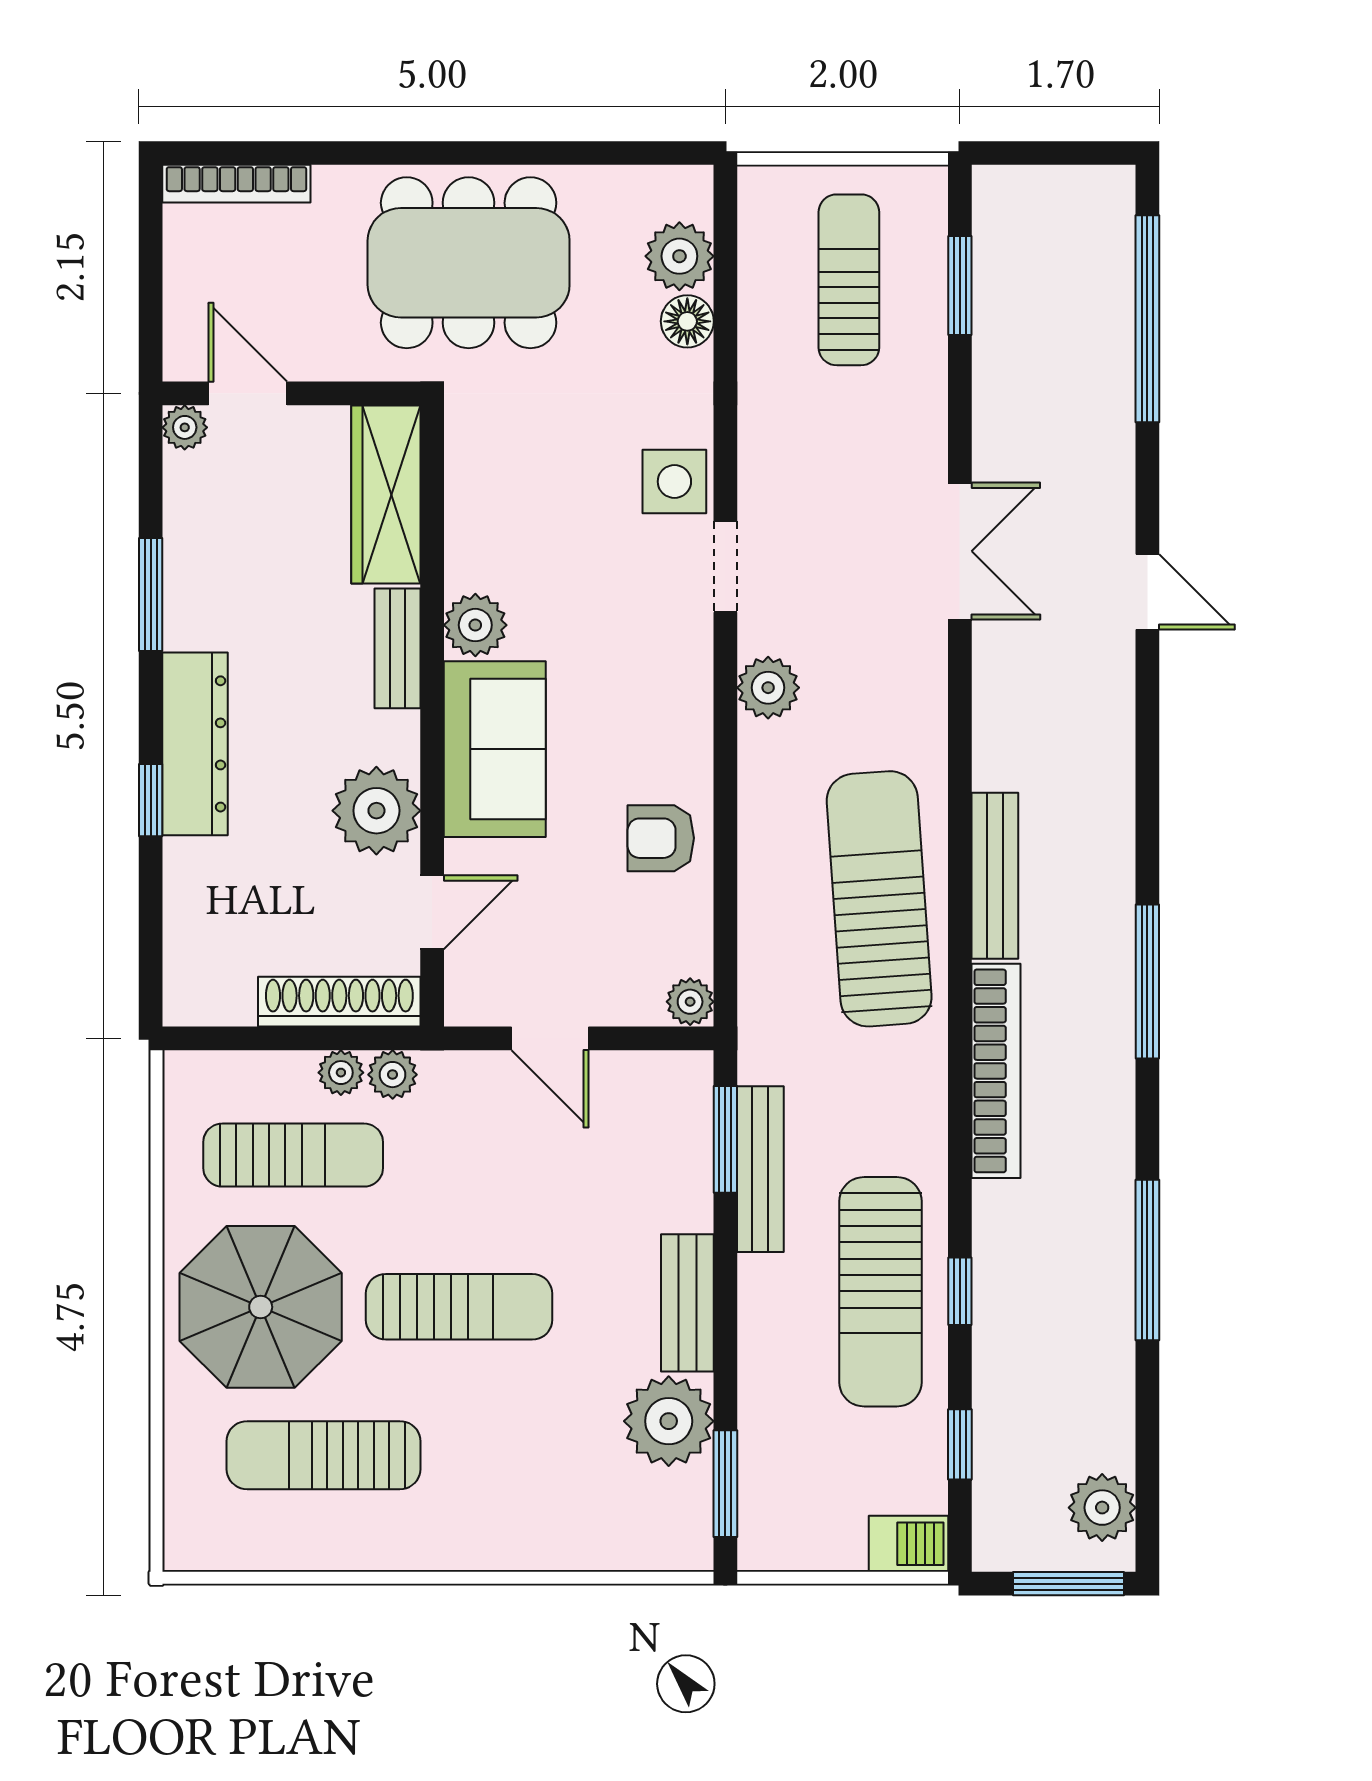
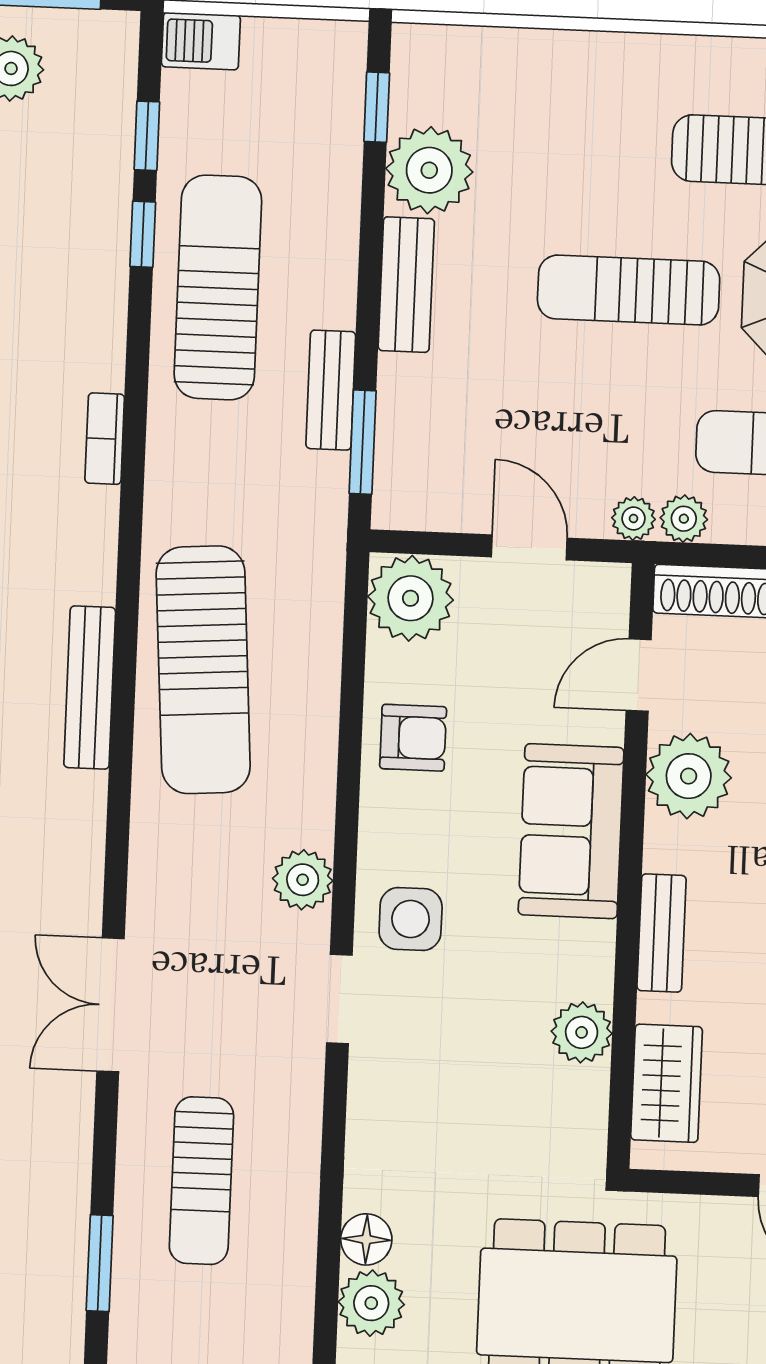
sun lounger: (849, 280) -> (201, 1181), moved
side table: (674, 482) -> (411, 919), moved
wardrobe: (386, 495) -> (667, 1083), width x0.67
plant: (475, 625) -> (582, 1032), moved
plant: (690, 1002) -> (411, 598), width x1.87, depth x1.87
bookcase: (996, 1071) -> (105, 439), width x0.43, depth x0.76
plant: (341, 1073) -> (634, 519), moved
bench: (760, 1169) -> (331, 390), width x0.73
window: (960, 1291) -> (143, 234), moved
window: (725, 1484) -> (377, 107), width x0.67

